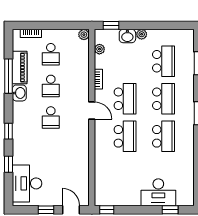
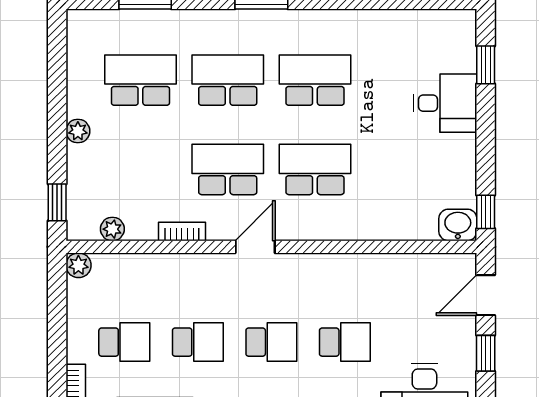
washbasin: (127, 36) -> (458, 225), moved, turned -90
school desk: (51, 149) -> (345, 342), added
desk: (158, 192) -> (445, 103), width x0.73

